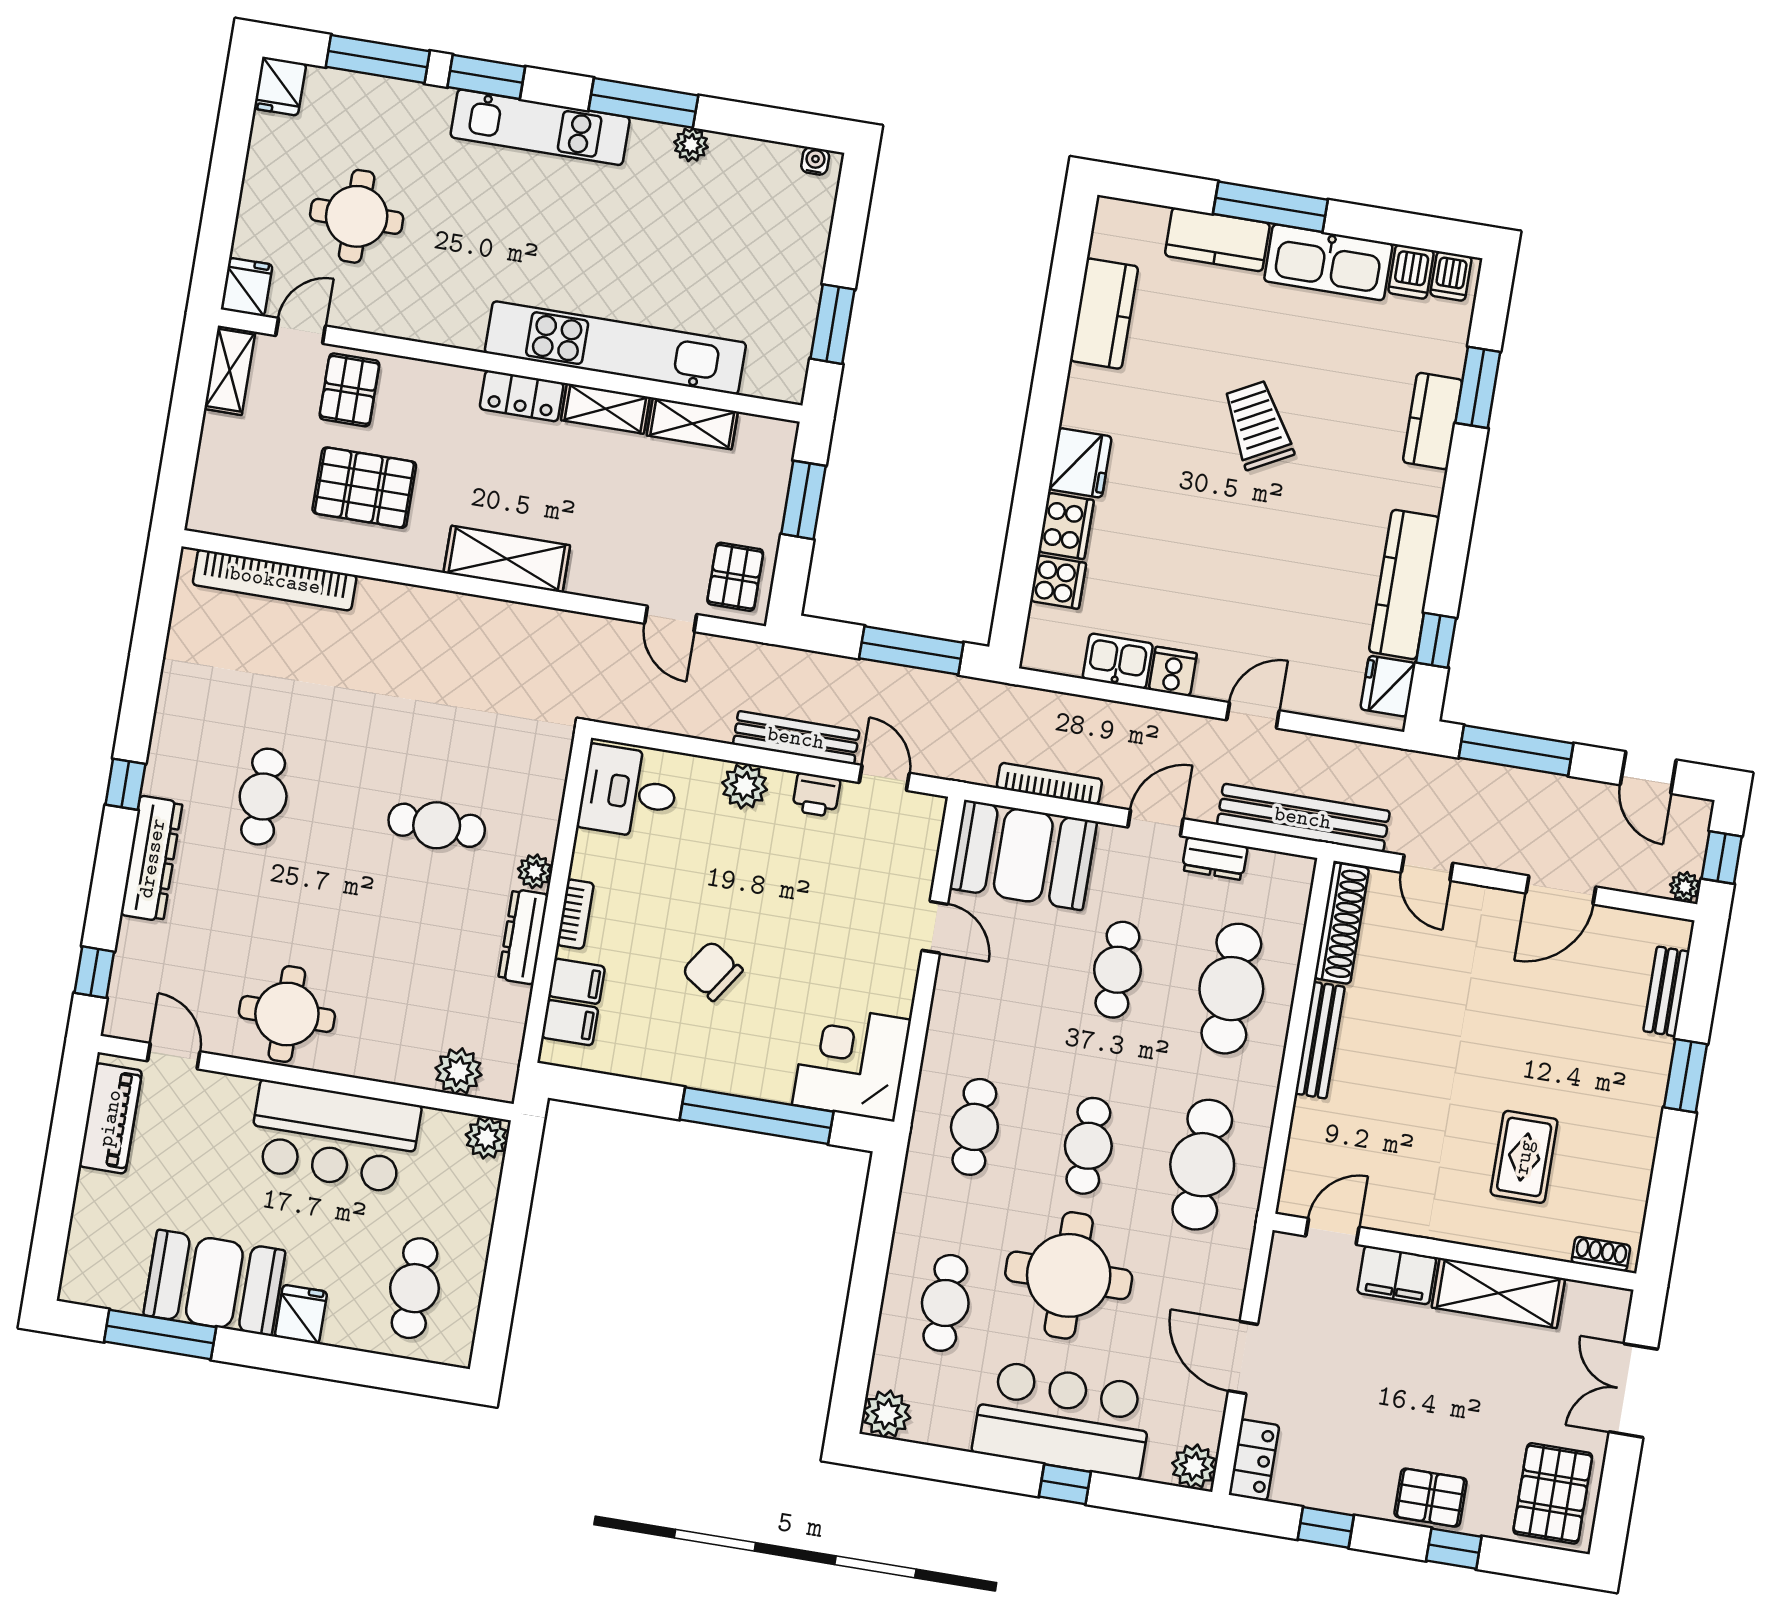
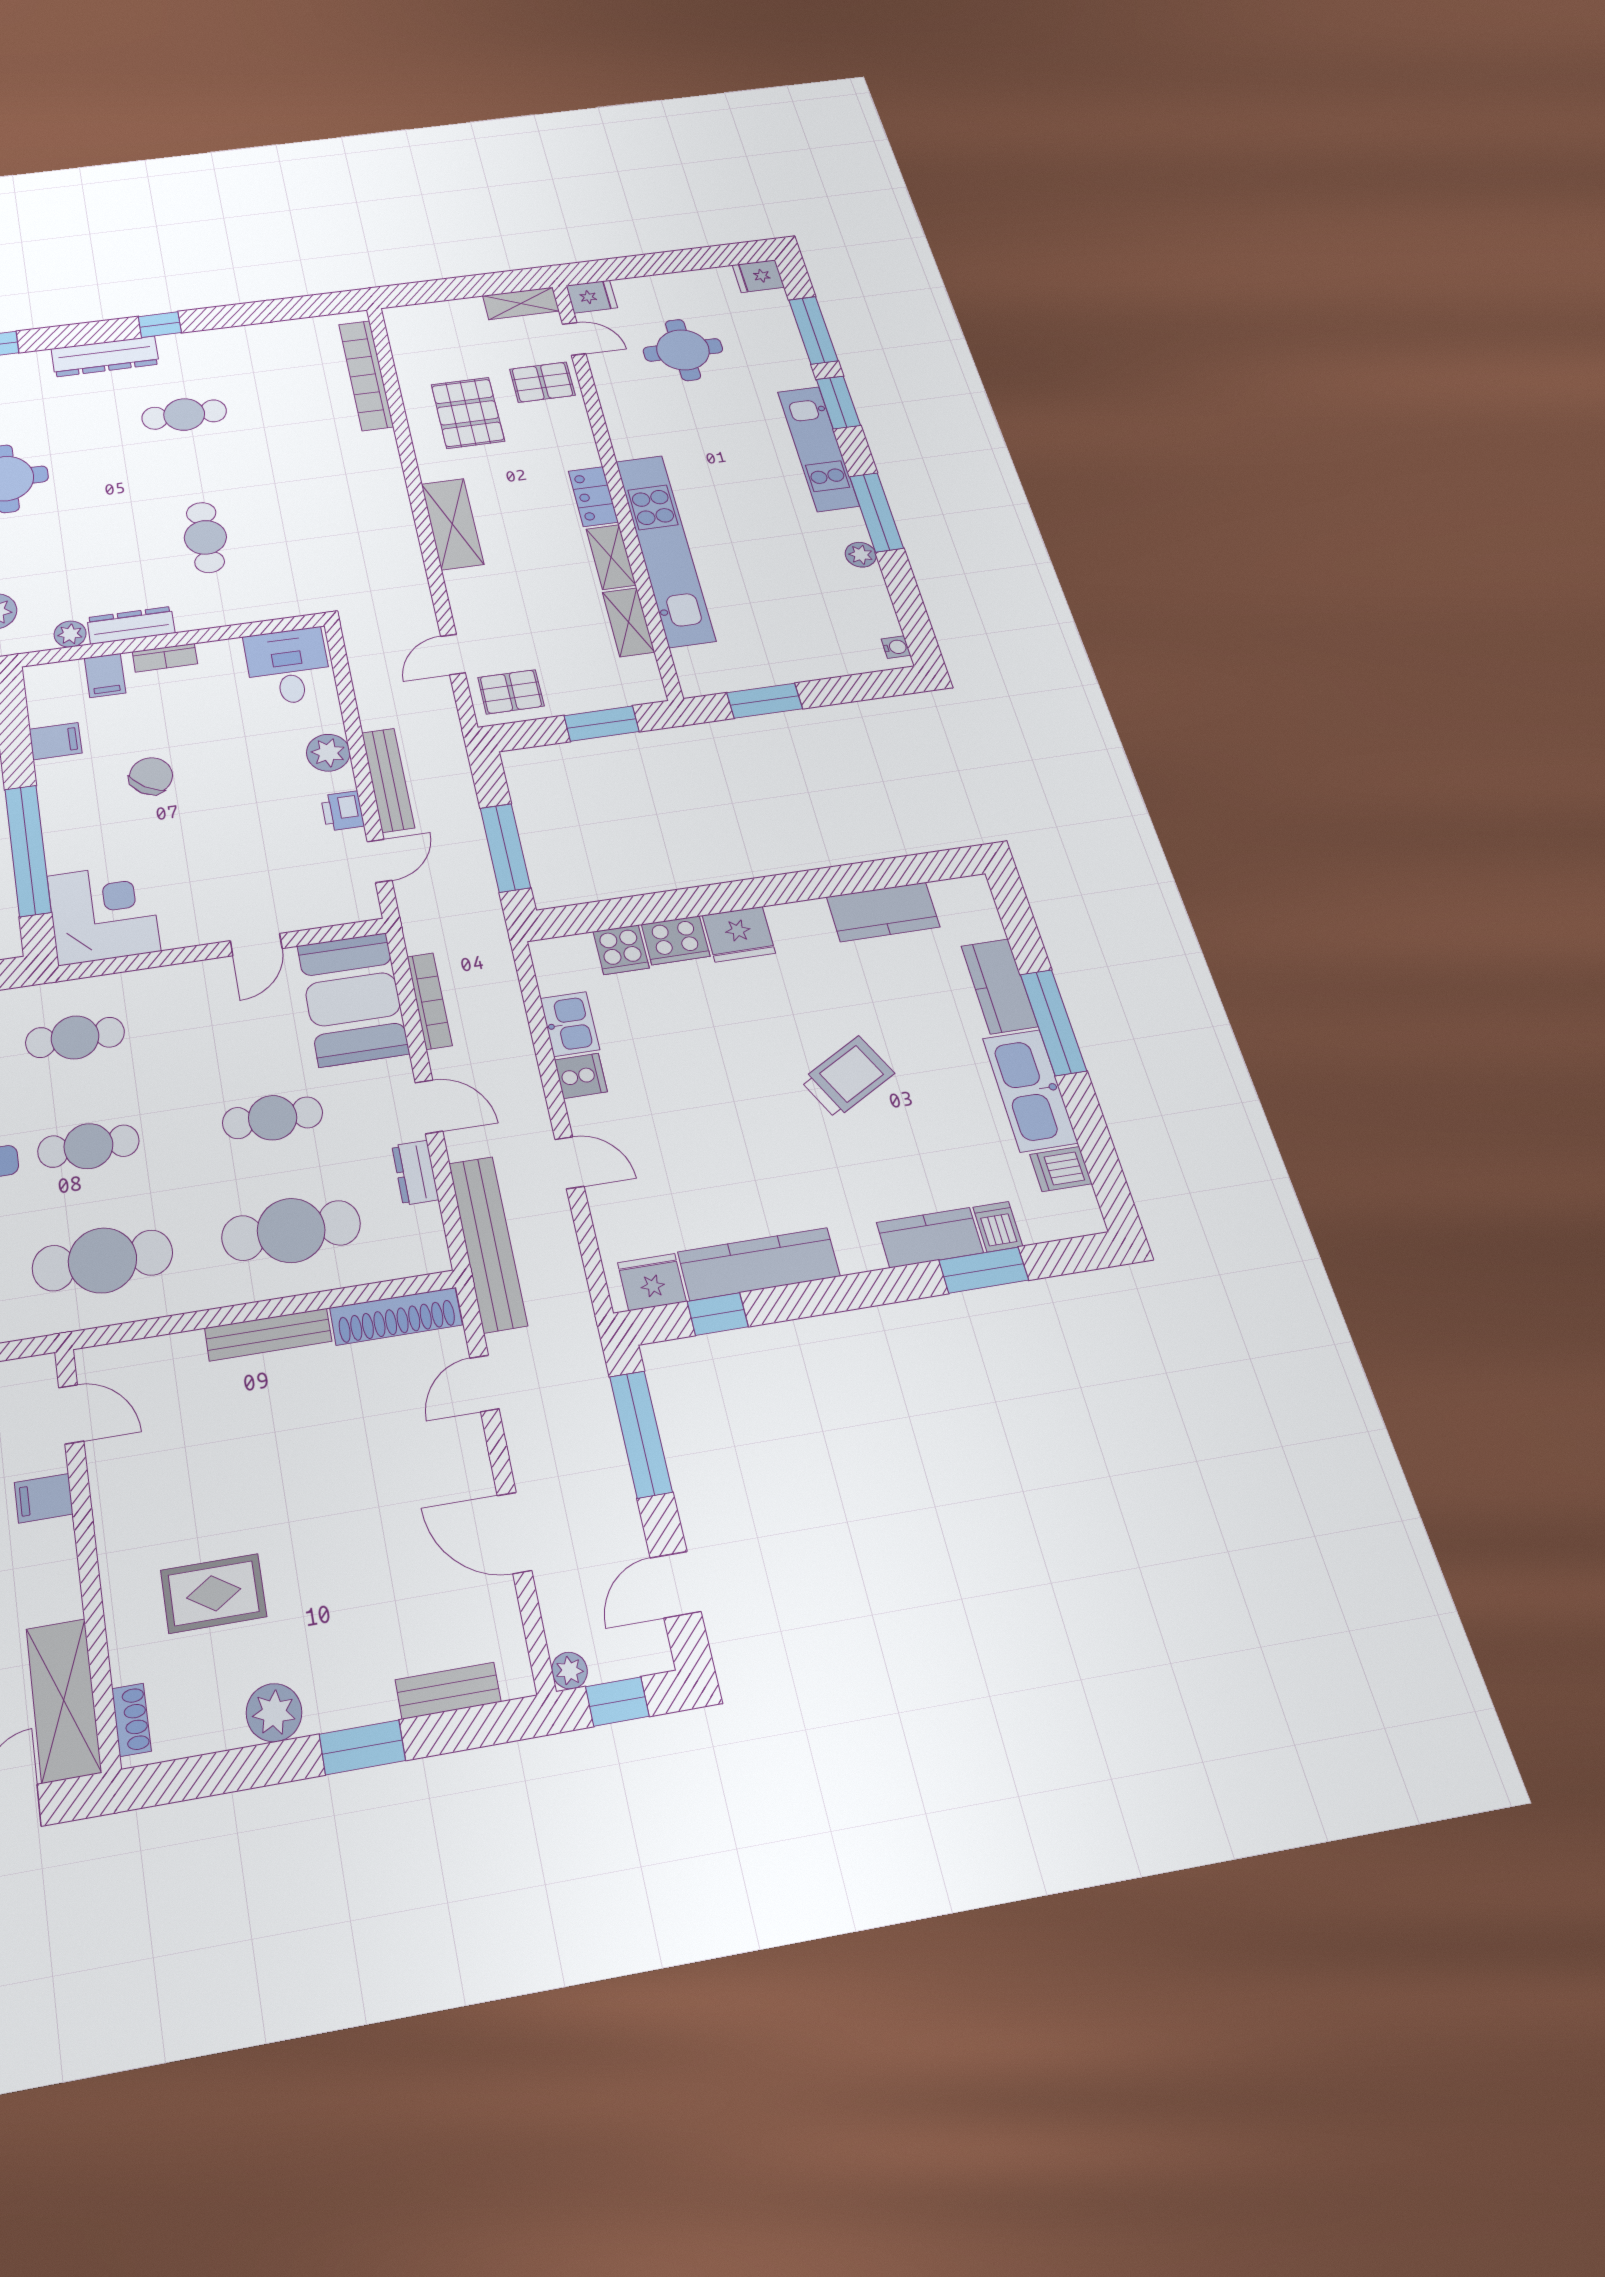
dishwasher: (1451, 276) -> (998, 1227), moved, turned 90
plant: (535, 871) -> (70, 634), moved
filing cabinet: (570, 1023) -> (56, 741), moved, turned -90
plant: (1635, 1138) -> (274, 1713), added
filing cabinet: (1397, 1275) -> (44, 1498), width x0.50
shelving: (1498, 1293) -> (64, 1700), moved

